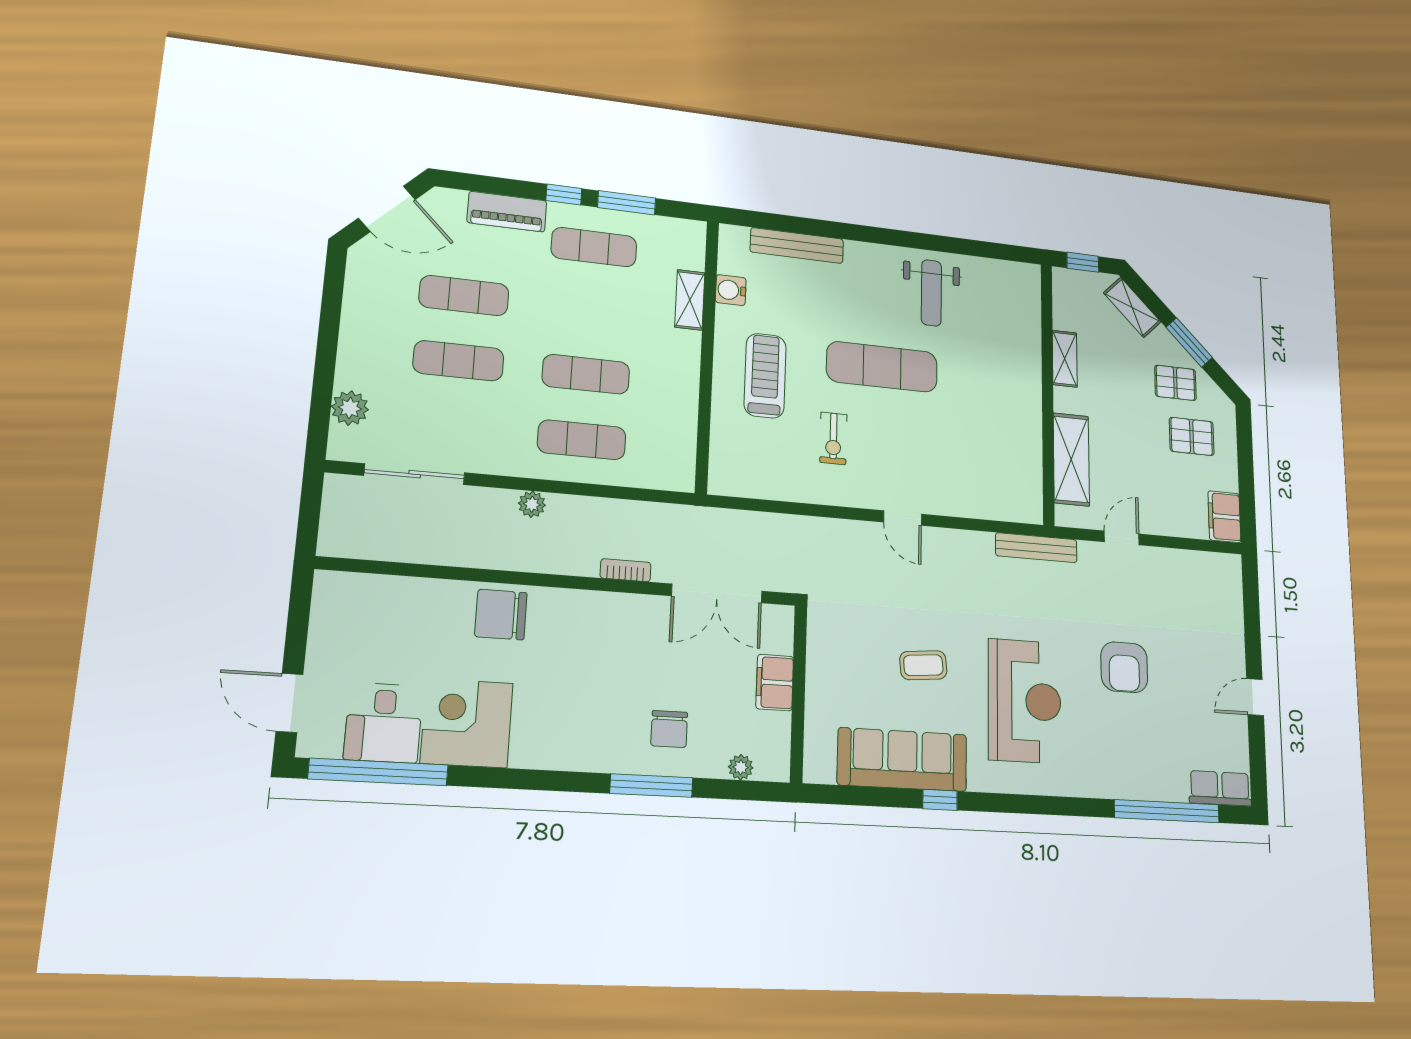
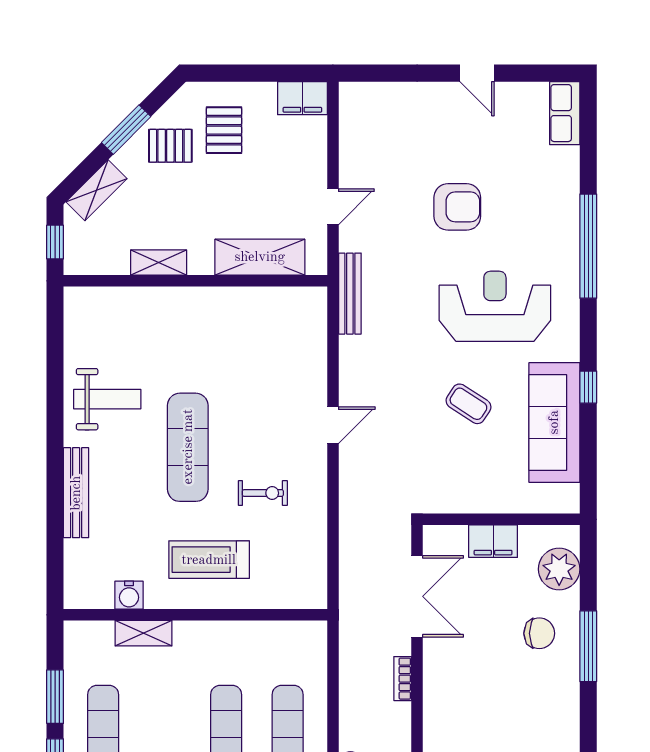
bench: (797, 246) -> (76, 493), moved
pallet: (1175, 383) -> (170, 146), turned 90
door: (1122, 538) -> (333, 207), swing flipped
coffee table: (923, 665) -> (468, 404), turned -52
plant: (741, 767) -> (559, 569), width x1.87, depth x1.87
window: (1167, 811) -> (588, 246), moved

